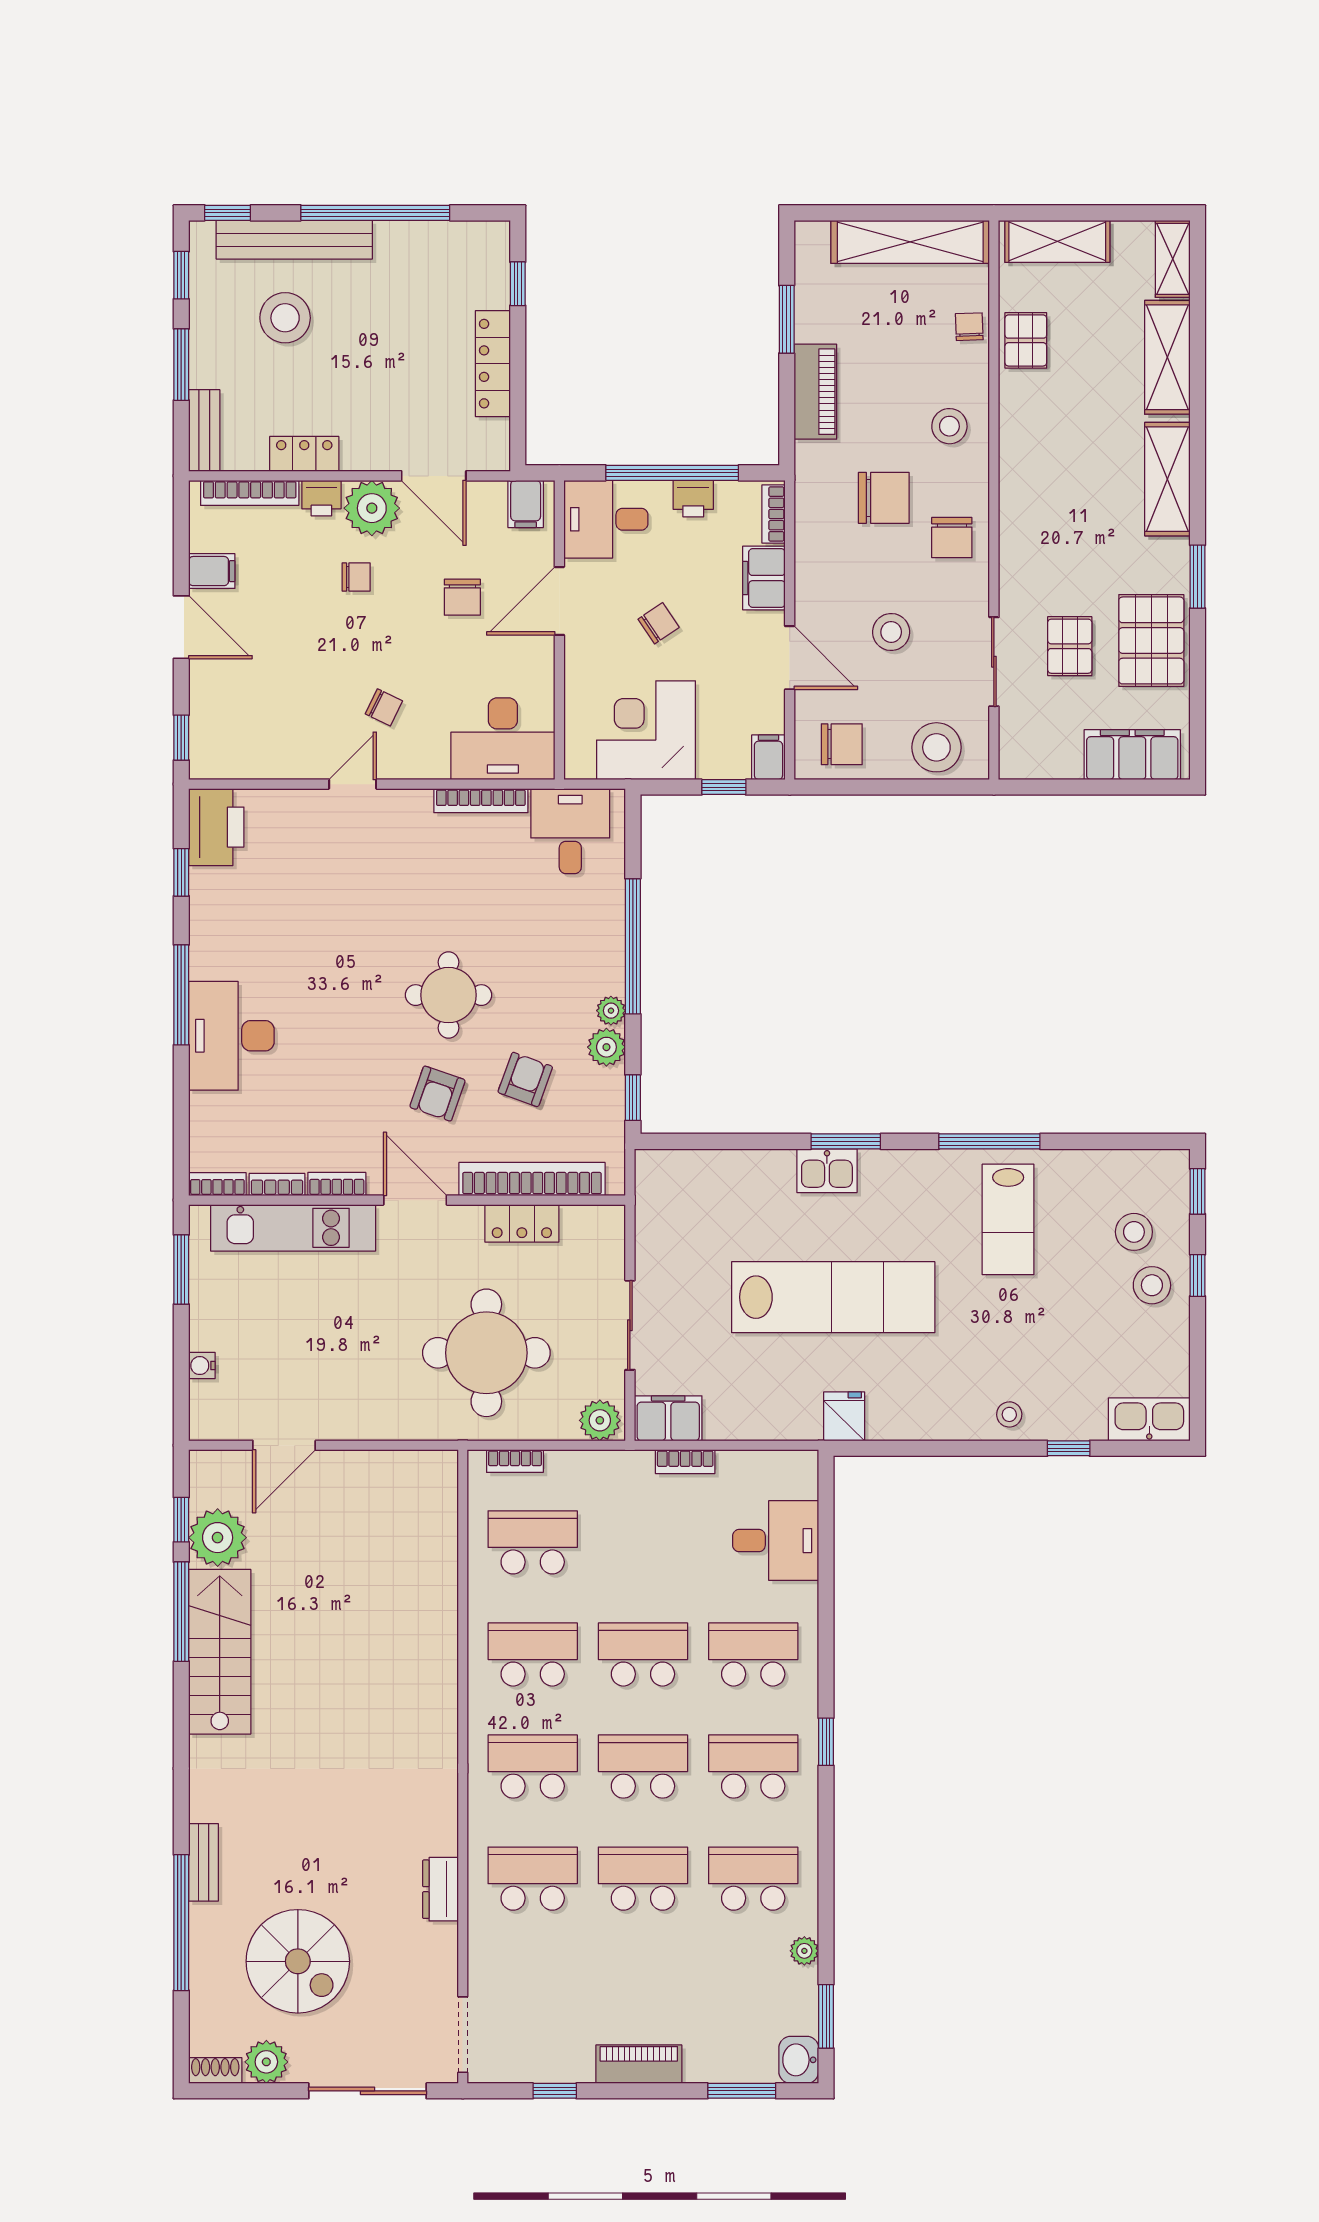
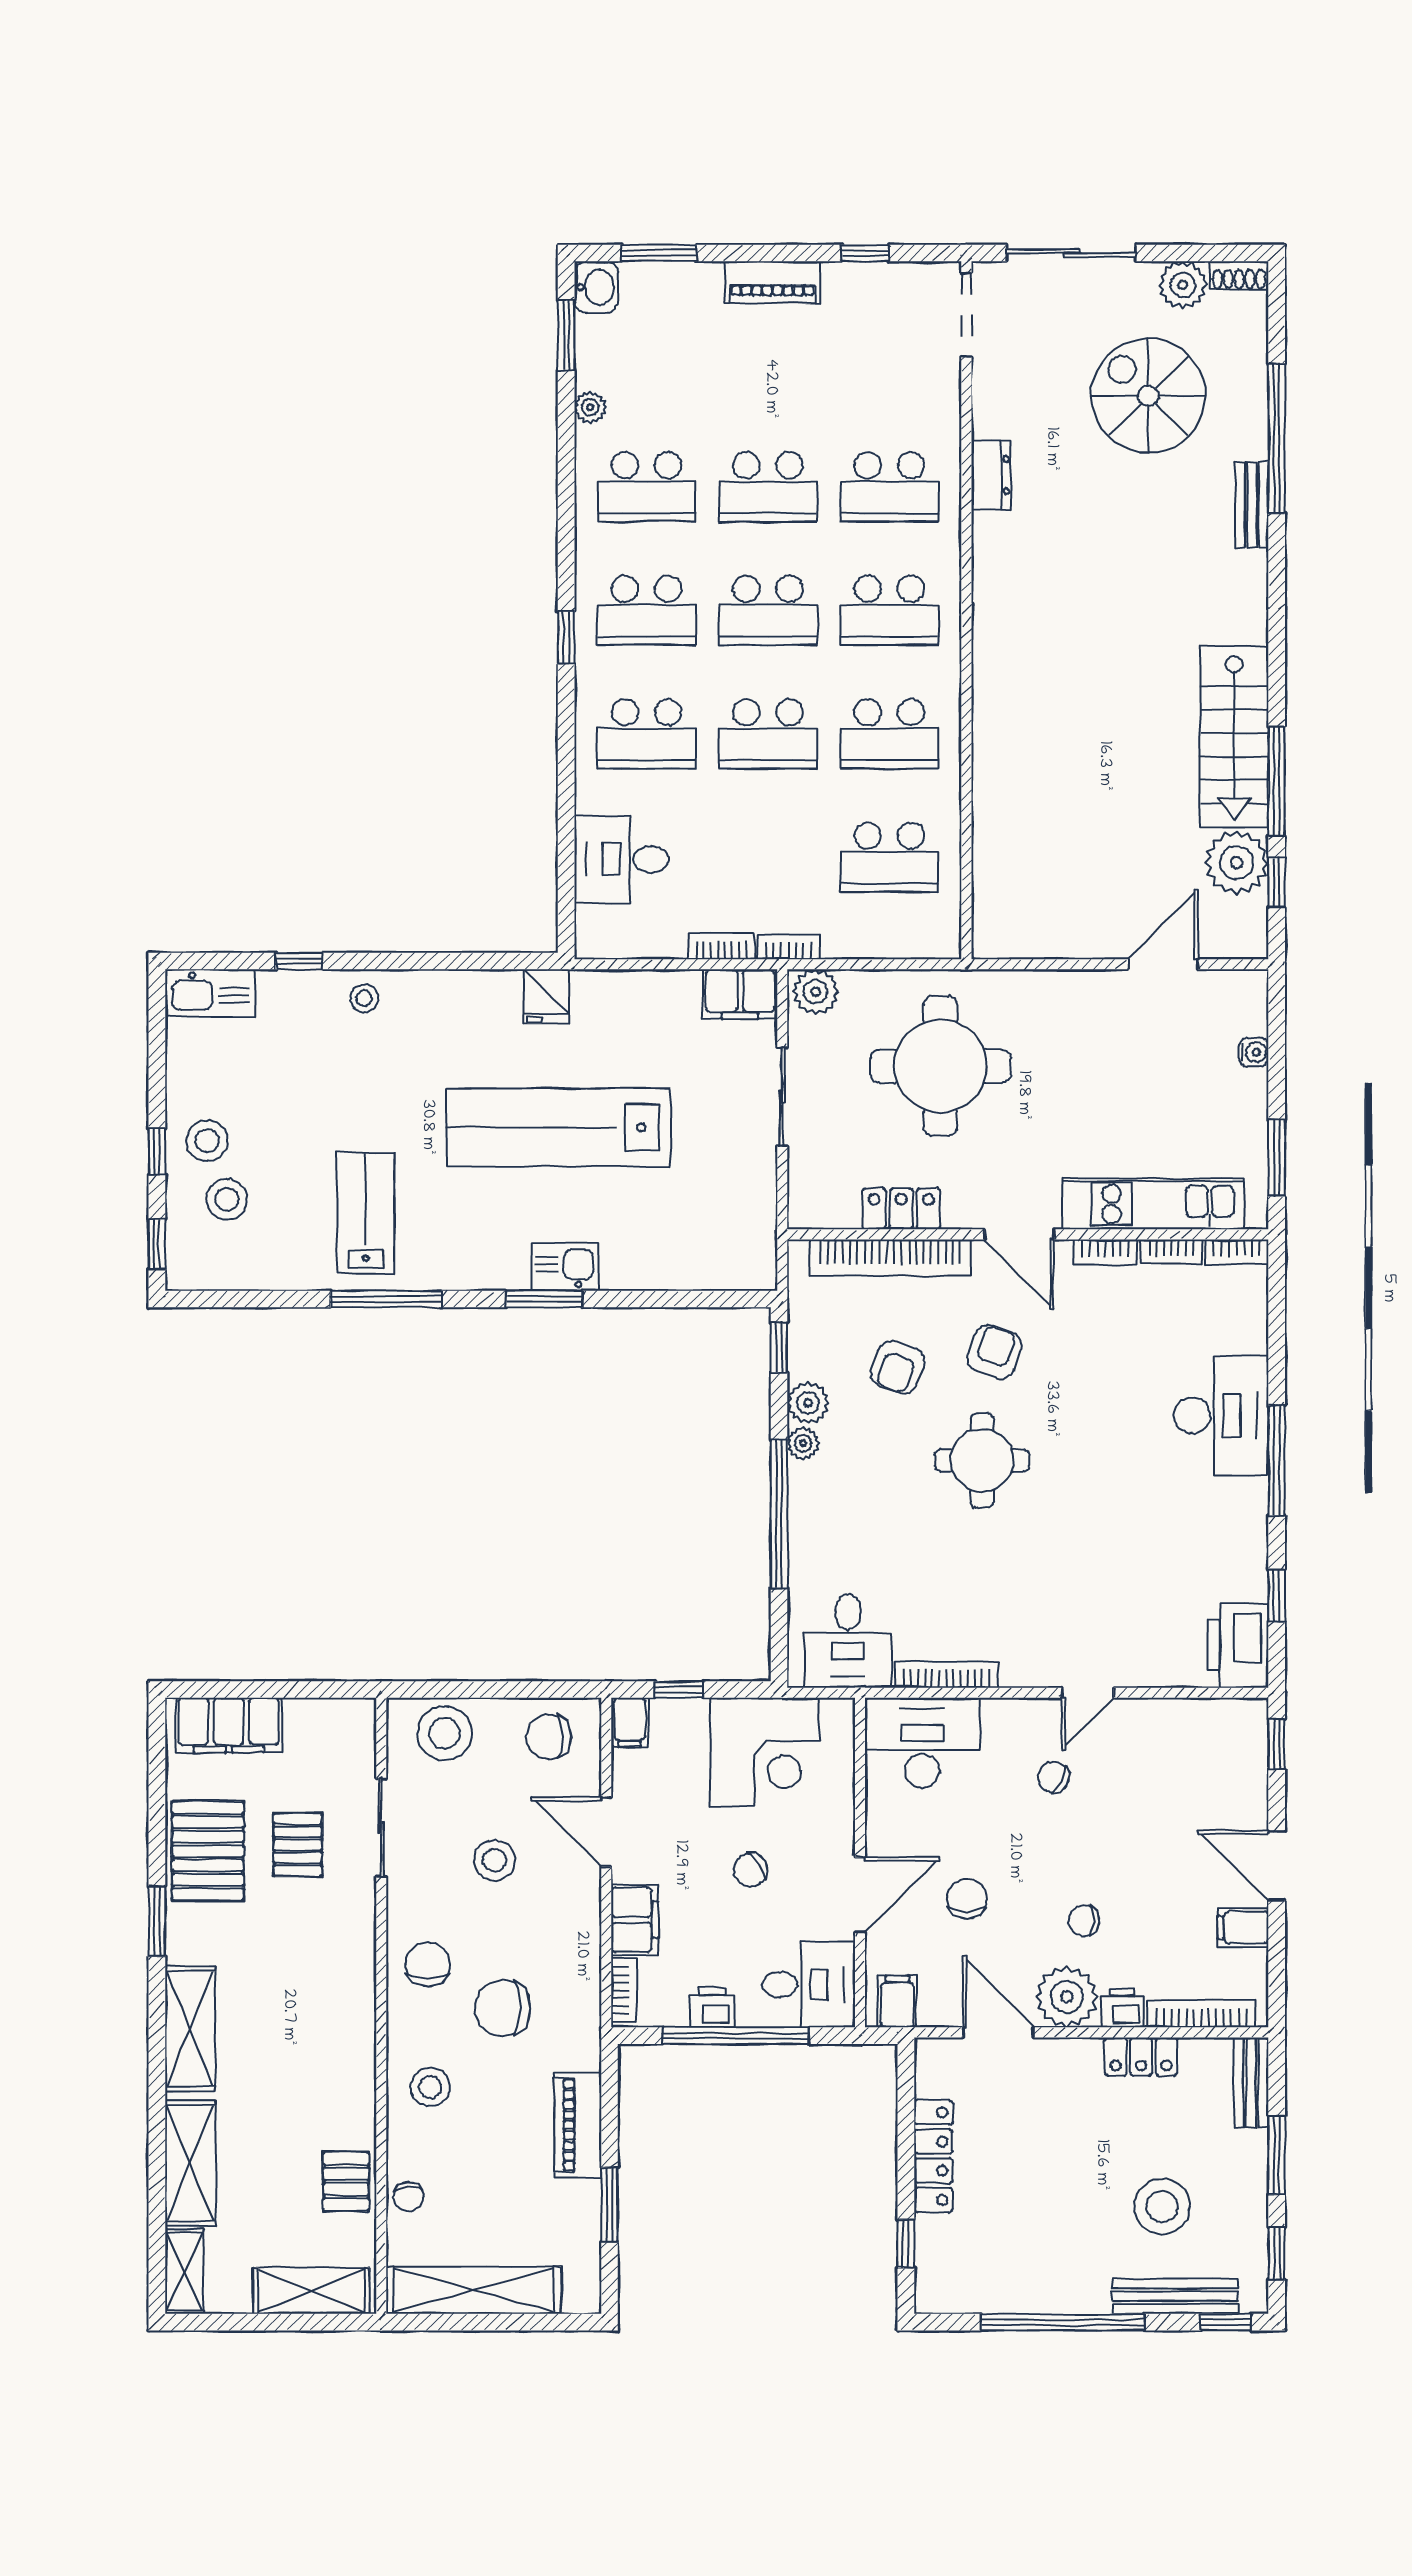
bench: (294, 240) -> (1175, 2296), width x0.73, depth x0.82
bookcase: (515, 1461) -> (789, 947), moved

